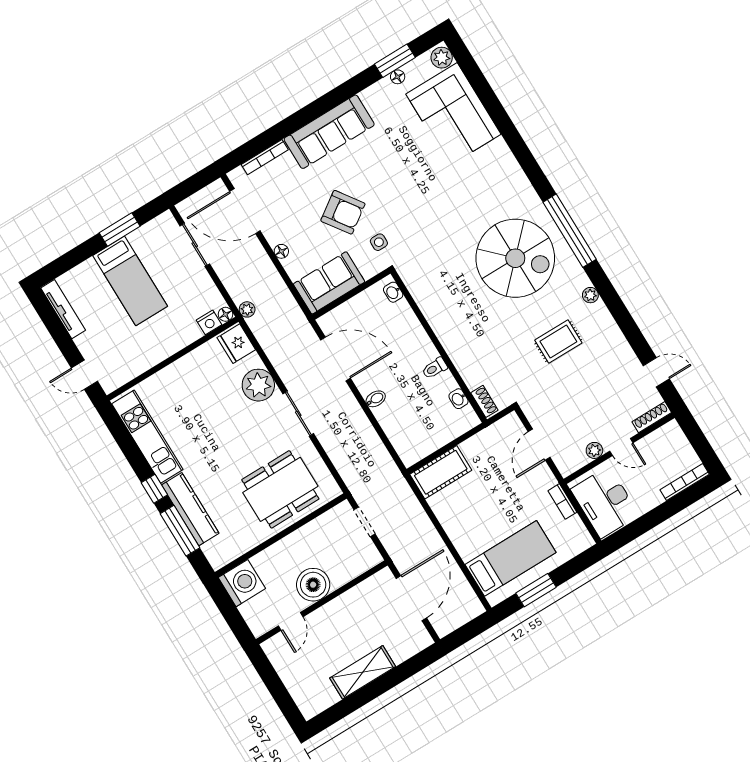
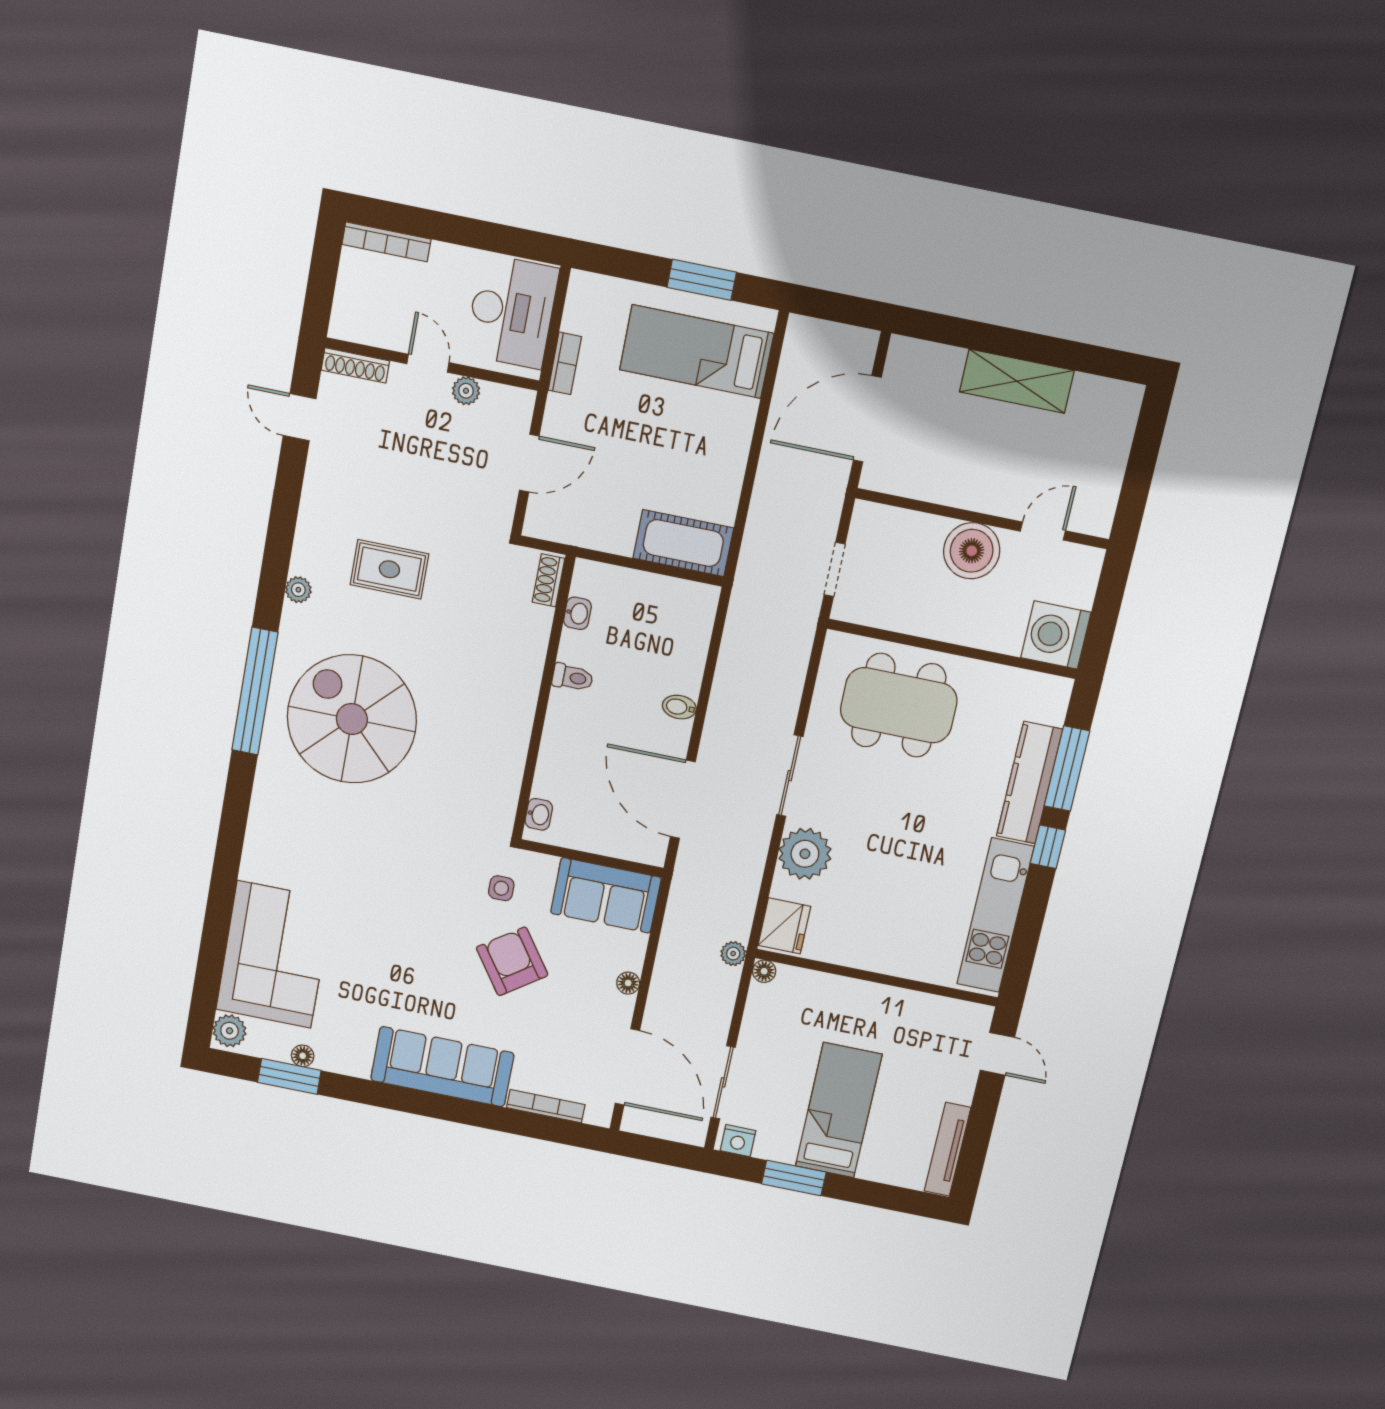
nightstand: (209, 322) -> (738, 1141), moved, turned 180

